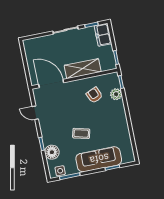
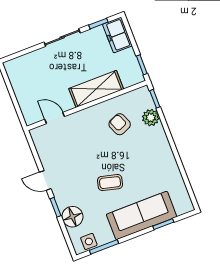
door: (51, 83) -> (55, 118), width x0.53
door: (35, 113) -> (45, 180), moved

